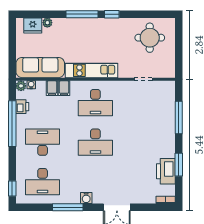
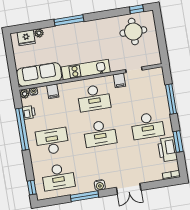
window: (112, 14) -> (137, 9), moved
filing cabinet: (64, 88) -> (119, 80), moved
desk: (148, 142) -> (147, 126), added

